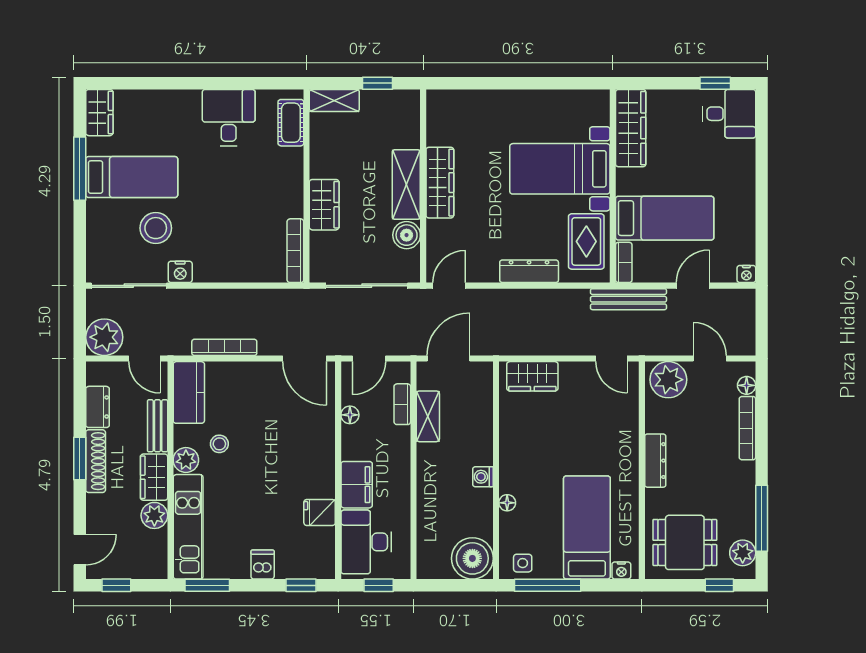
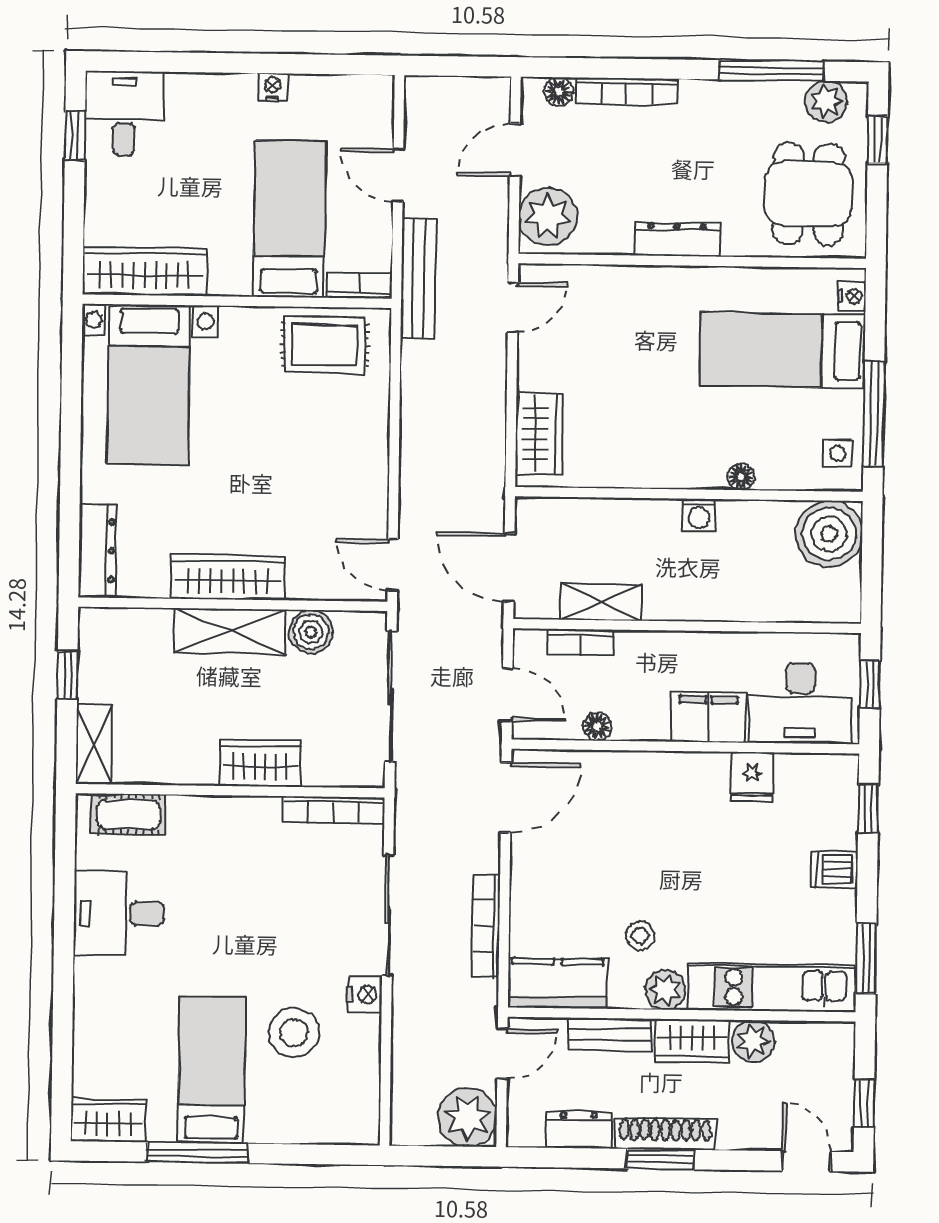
bed with nightstands: (560, 169) -> (149, 384), moved
dresser: (529, 271) -> (97, 551), moved, turned 180
nightstand: (746, 274) -> (273, 87), moved, turned -90
sliding door: (129, 286) -> (388, 915), moved

